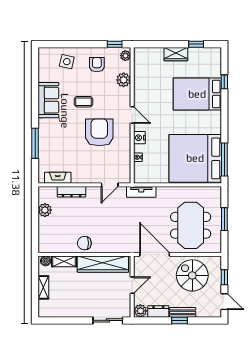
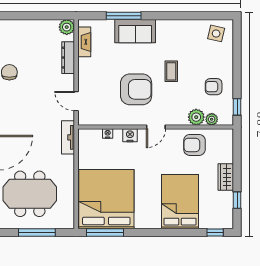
plant: (125, 56) -> (212, 119), moved
side table: (67, 62) -> (216, 33), moved
armchair: (97, 65) -> (214, 87), turned 180
armchair: (148, 81) -> (194, 145), added
window: (224, 82) -> (215, 233), moved
sofa: (48, 100) -> (135, 31), moved
plant: (45, 210) -> (67, 27), moved
window: (224, 219) -> (37, 233), width x1.44

